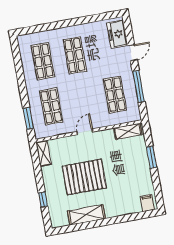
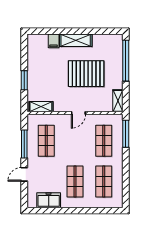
freezer: (117, 34) -> (49, 200), moved, turned -90
window: (28, 118) -> (126, 134), width x1.44
window: (43, 199) -> (126, 61), width x3.17
filing cabinet: (147, 203) -> (54, 41), moved
shelving: (86, 215) -> (76, 40), moved

